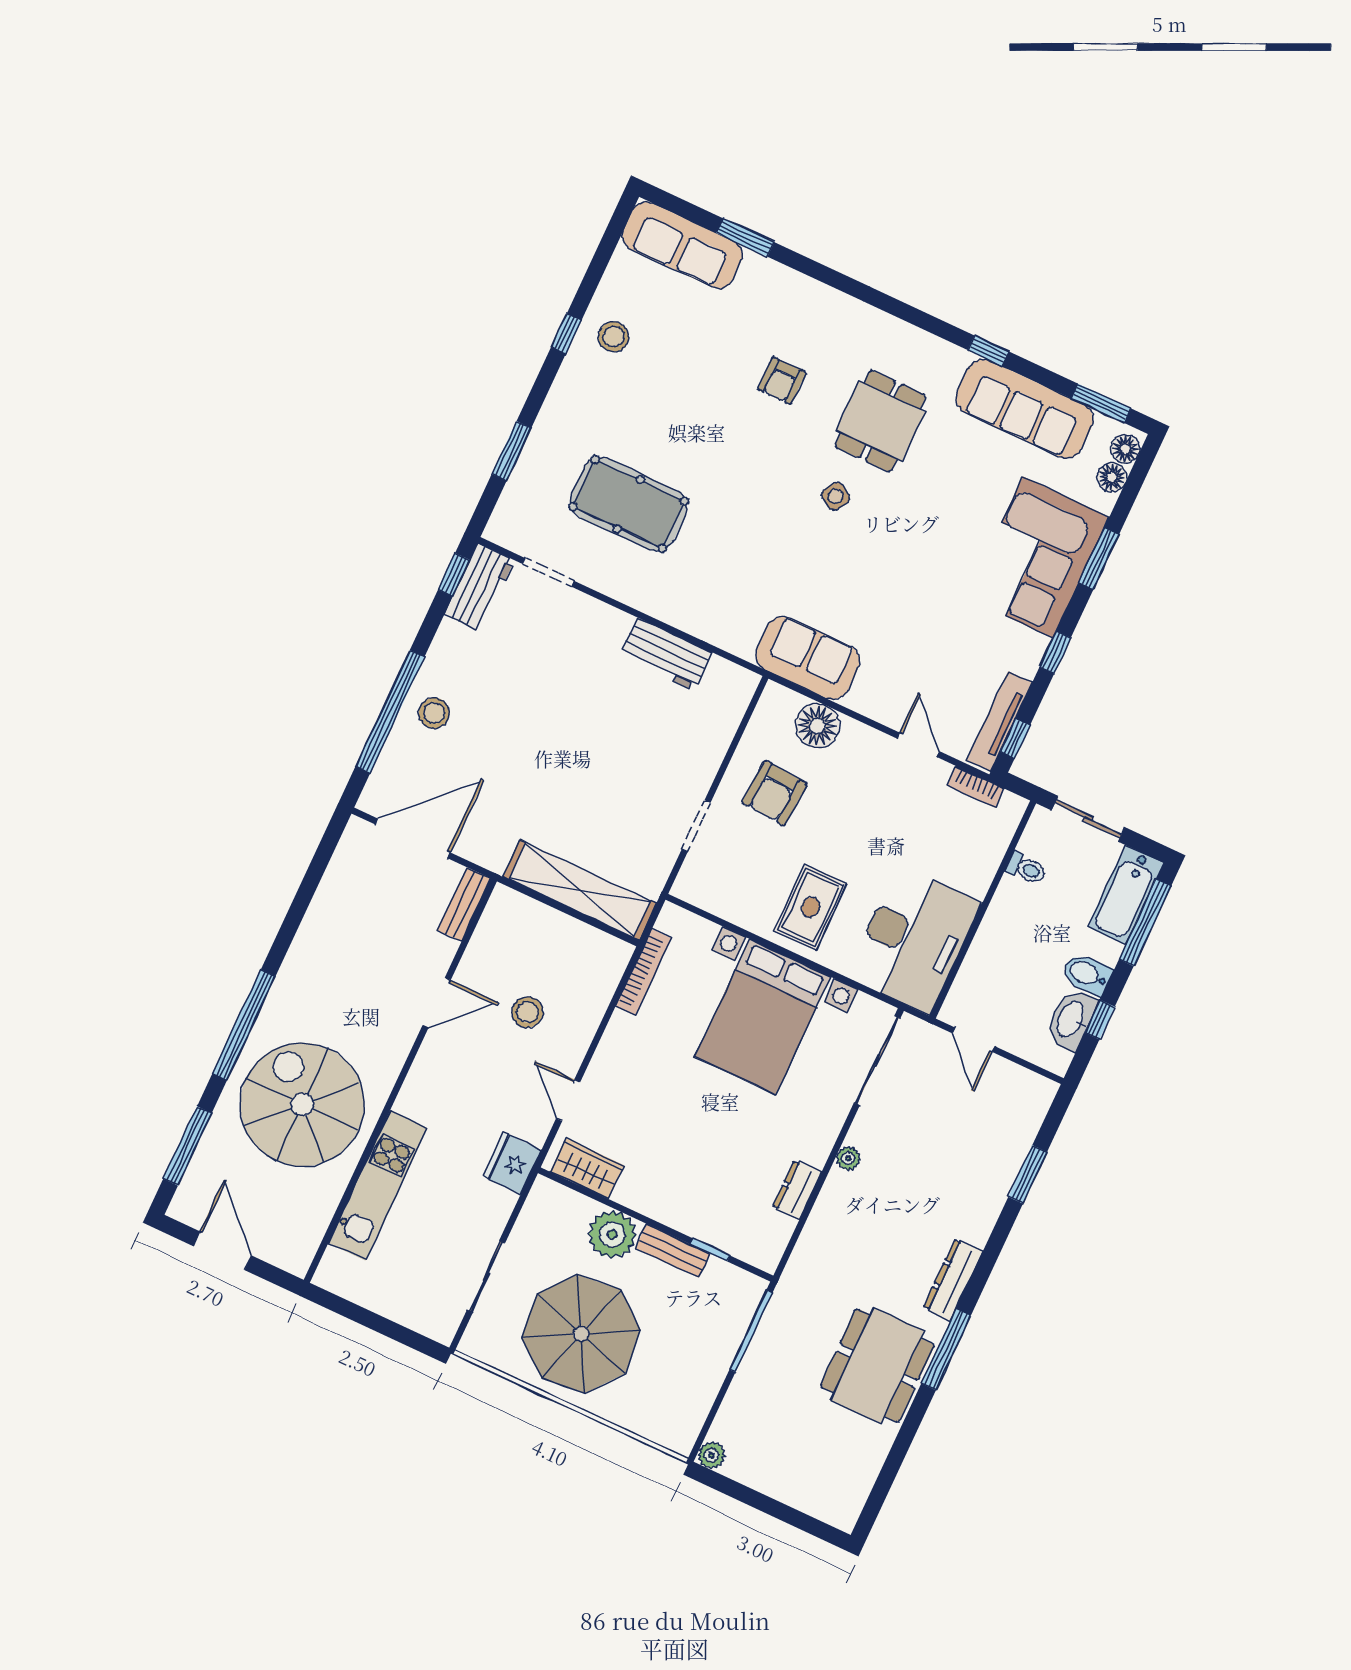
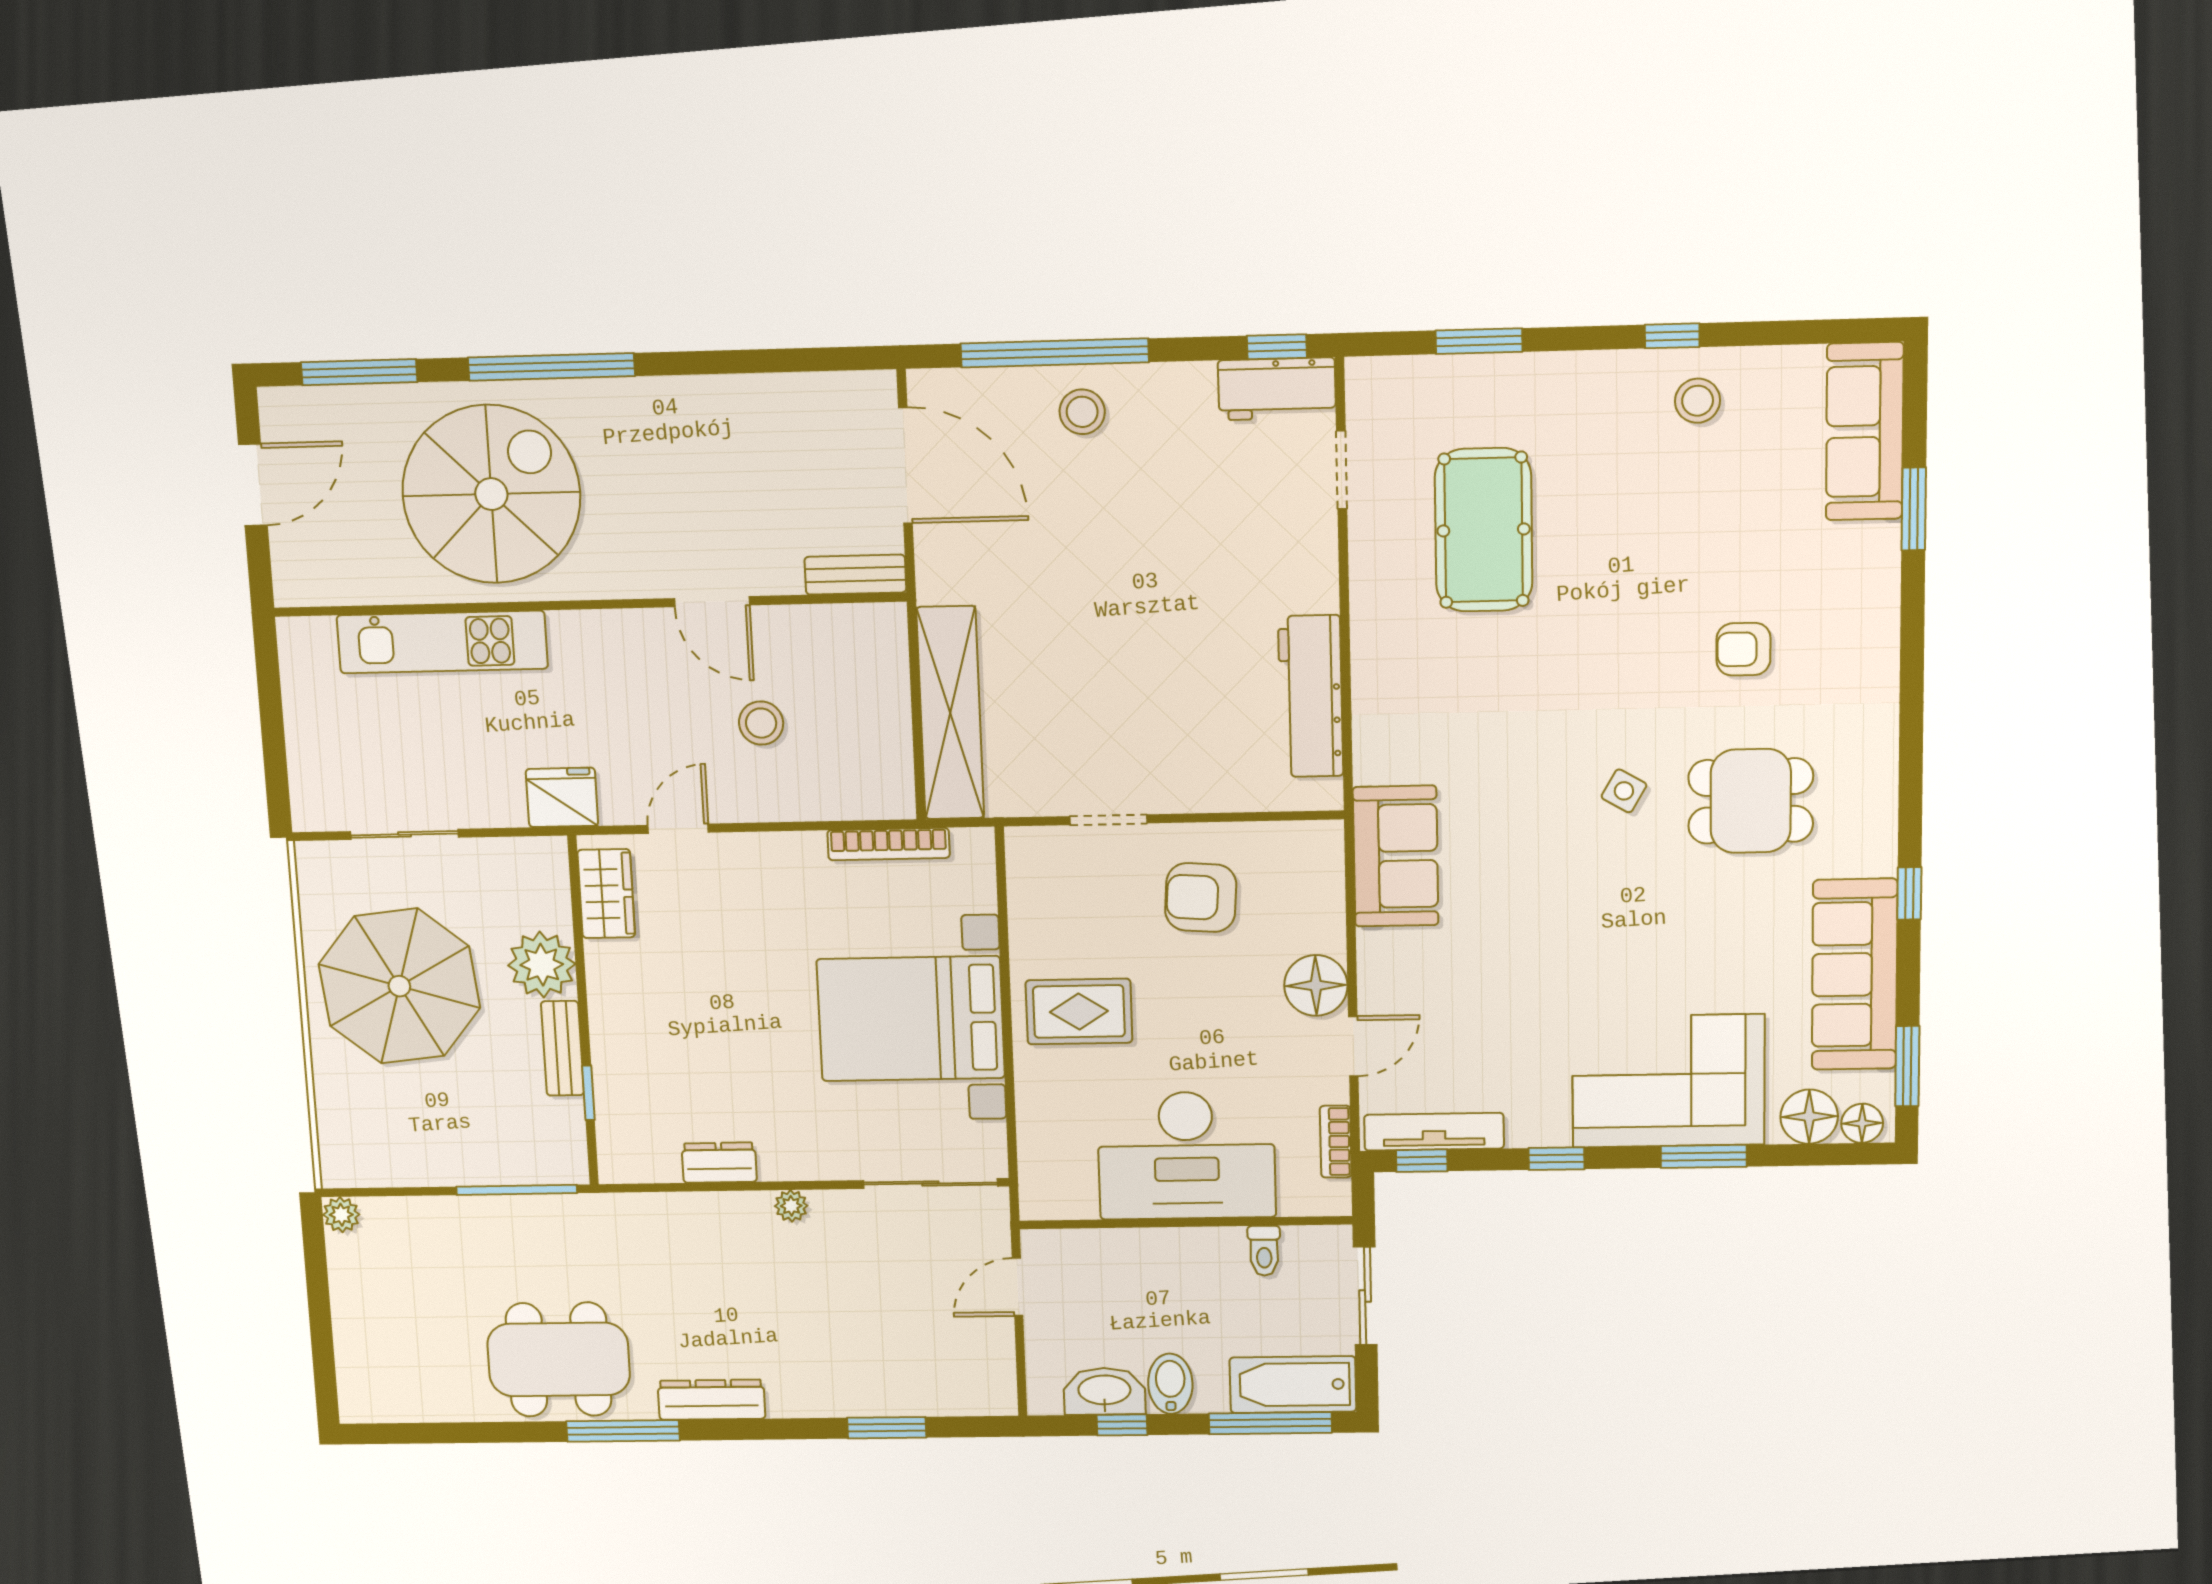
floor lamp: (1112, 477) -> (1809, 1117), width x1.38, depth x1.38
workbench: (666, 654) -> (1311, 696), width x1.38
floor lamp: (817, 726) -> (1316, 985), moved
desk: (914, 939) -> (1186, 1155), moved

